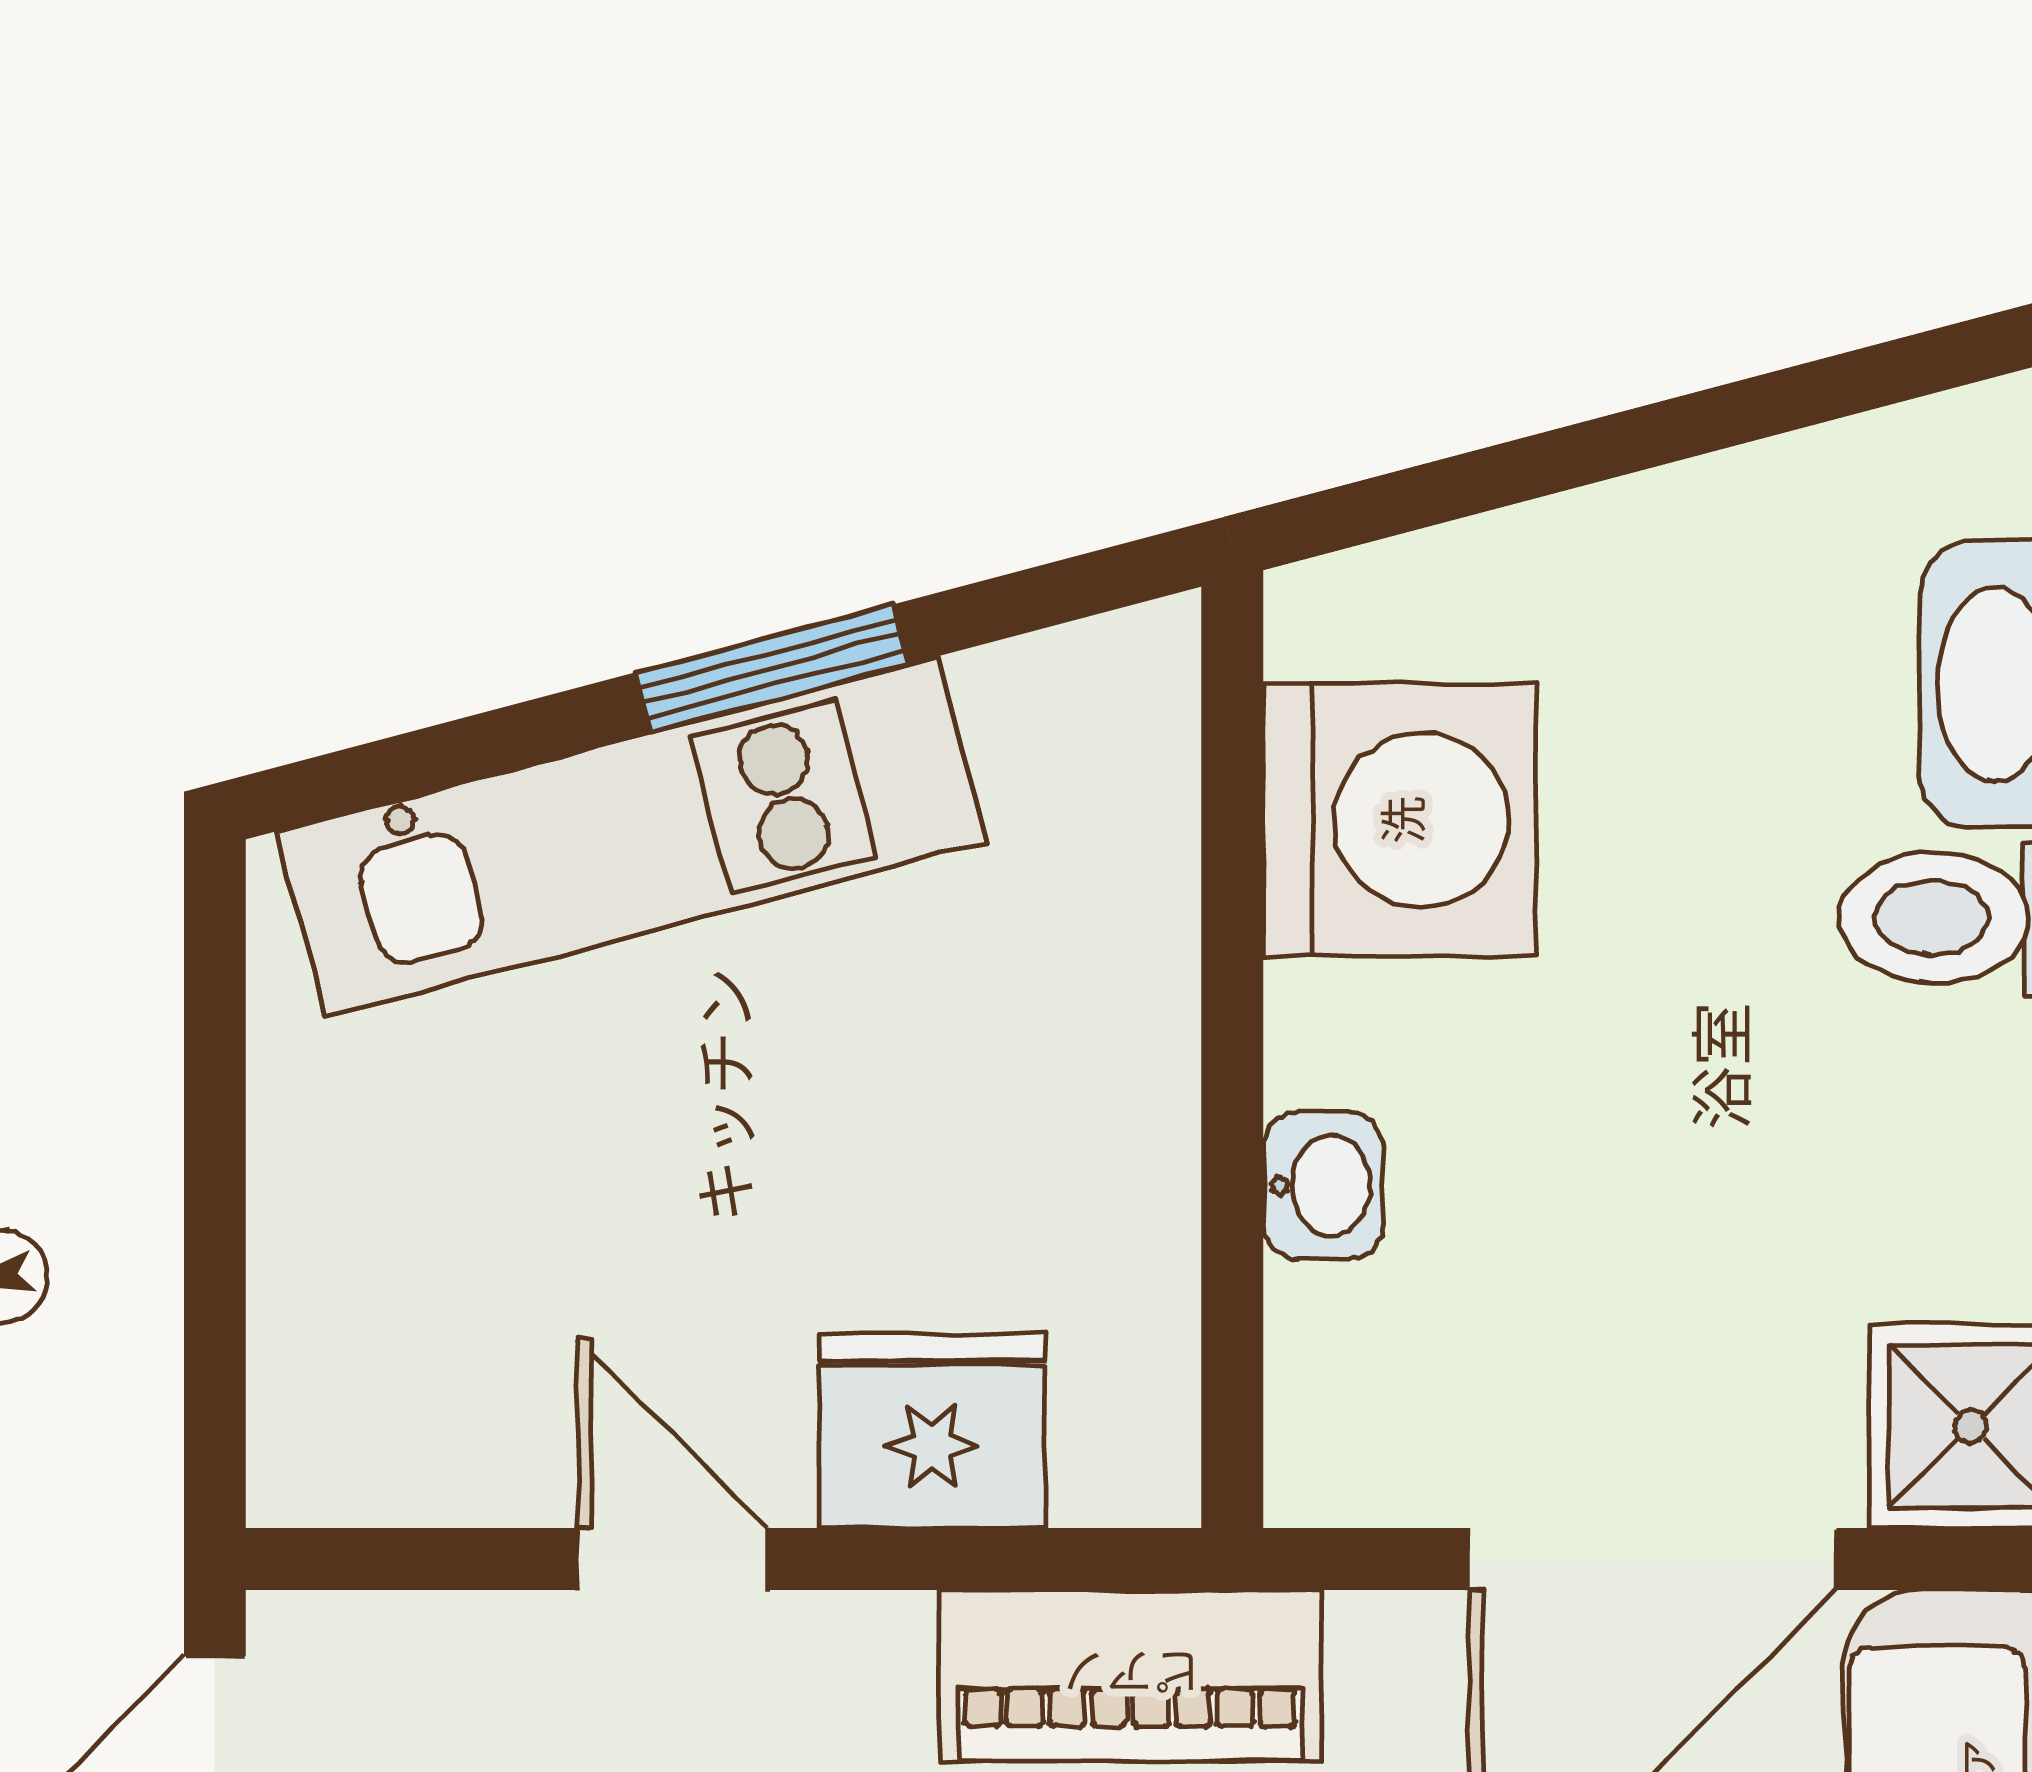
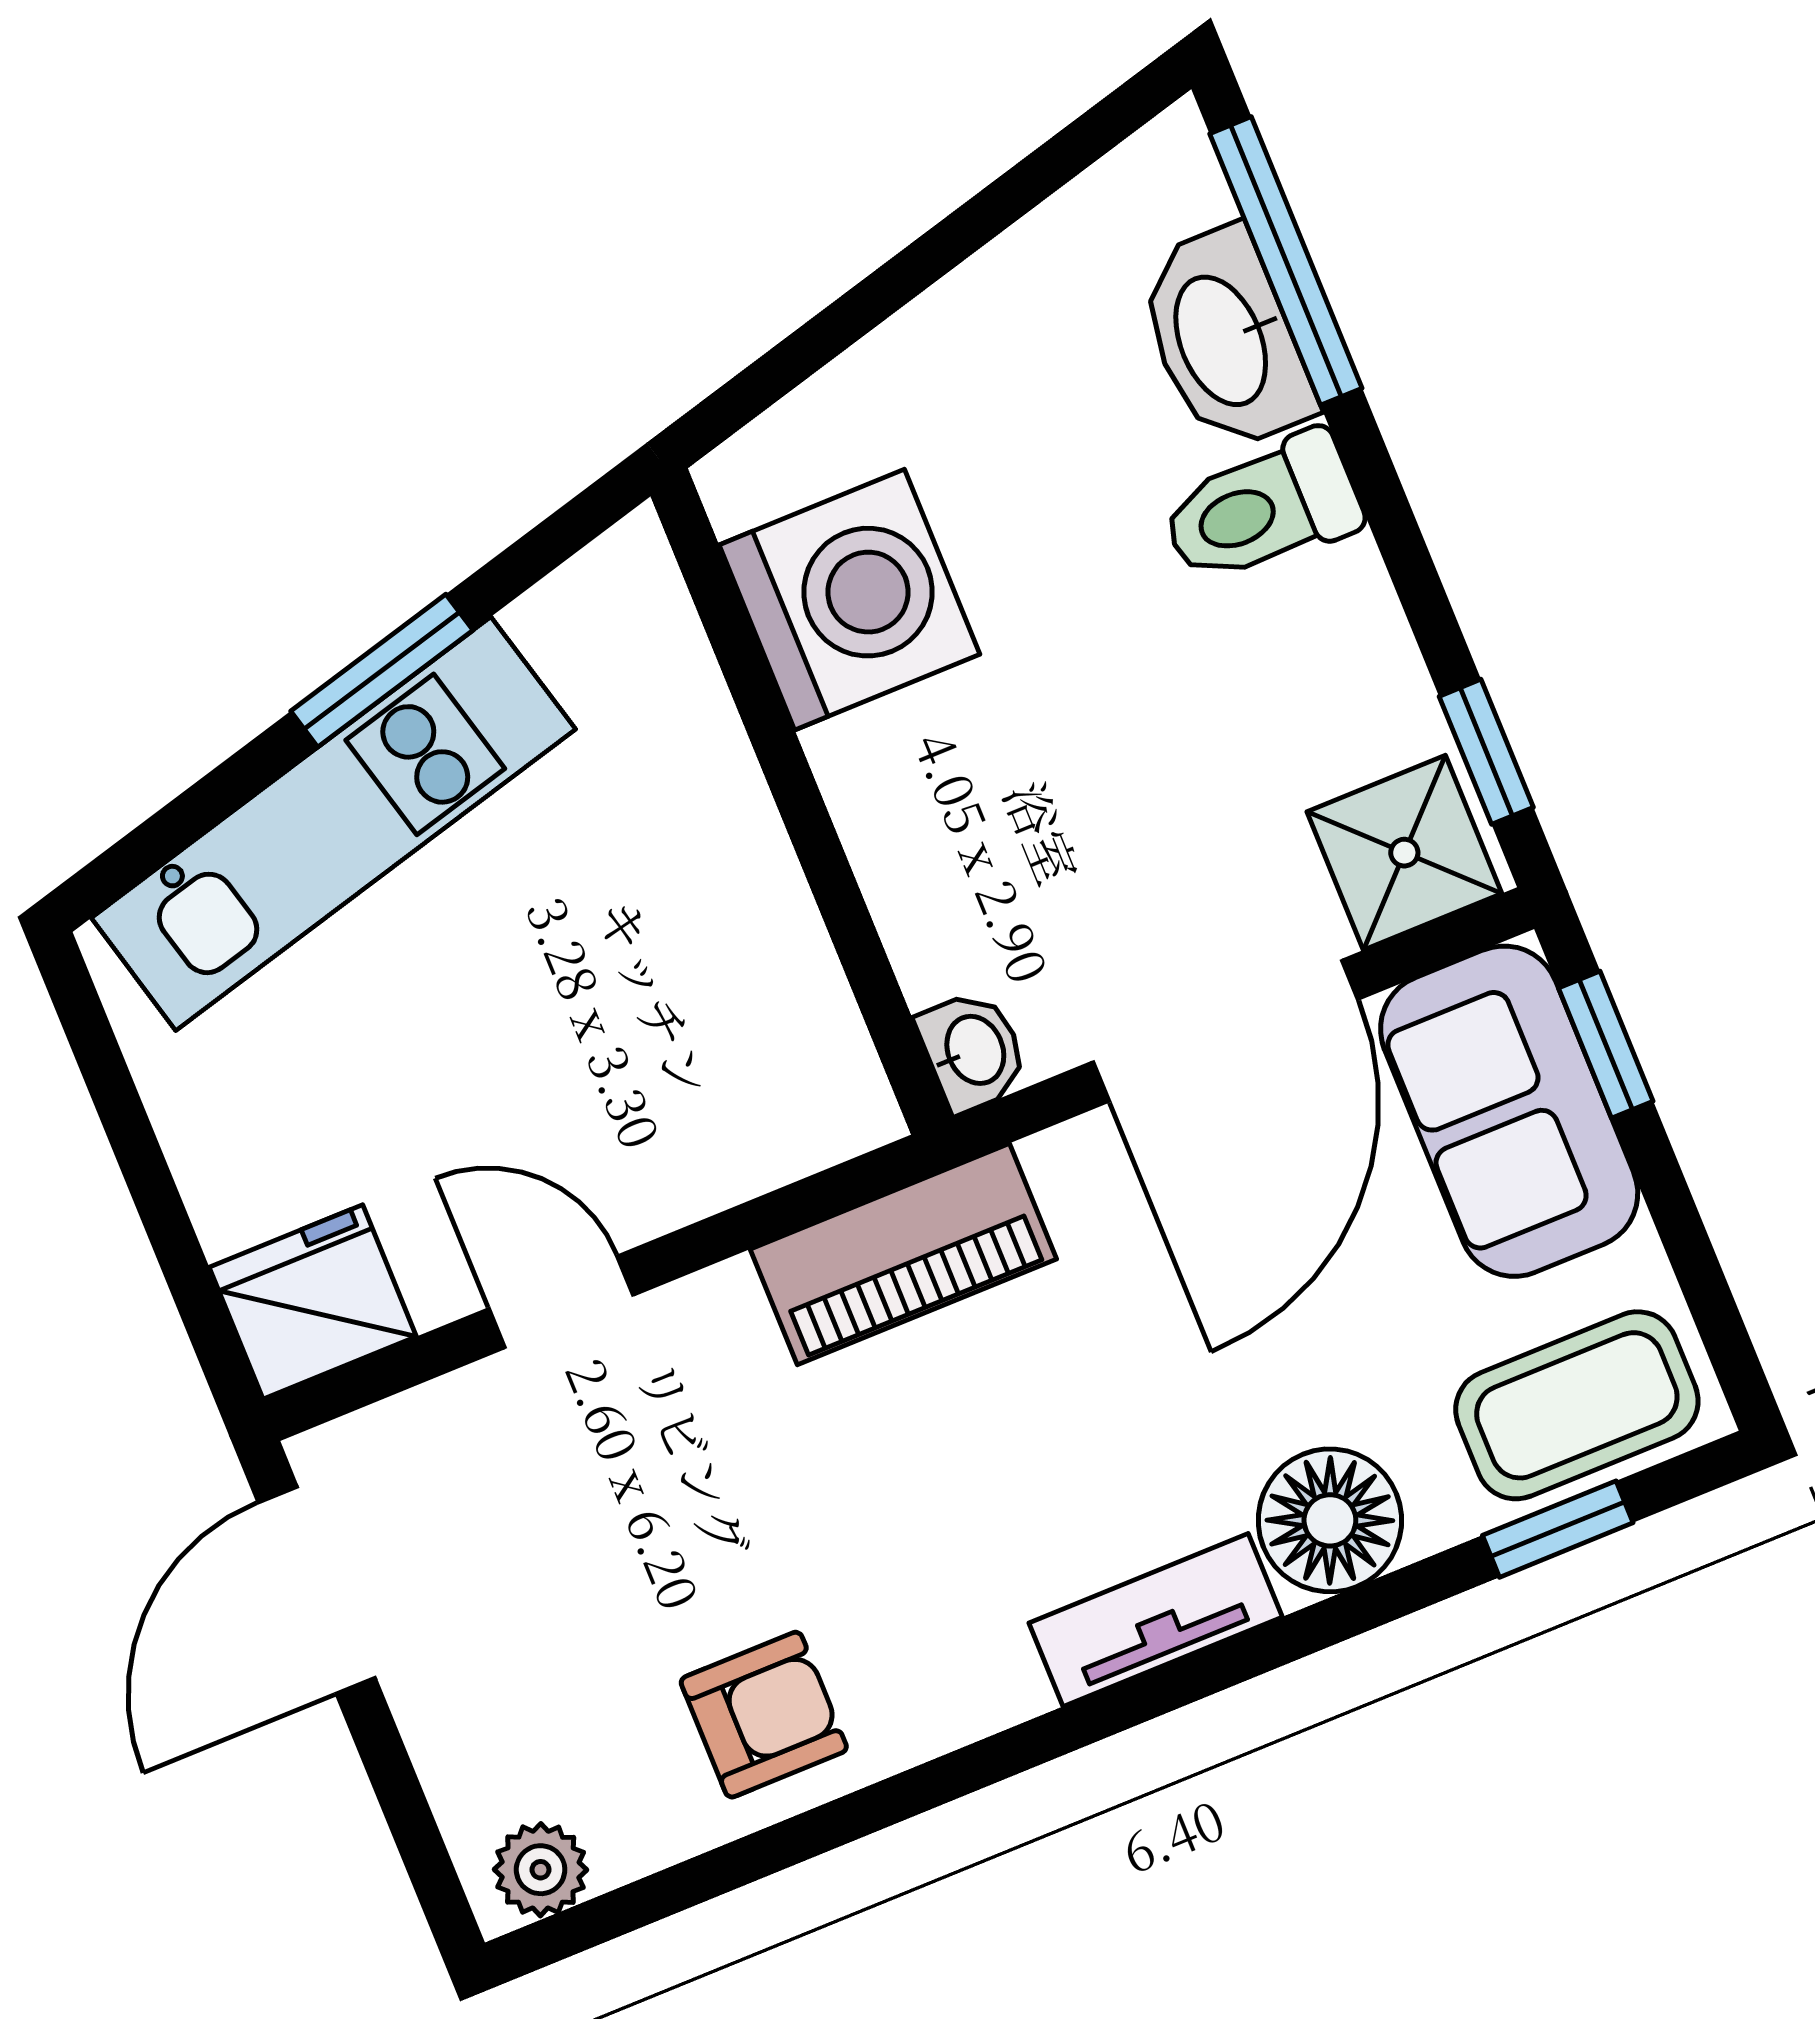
washbasin: (1323, 1185) -> (973, 1051), moved
fridge: (932, 1431) -> (313, 1302), moved

